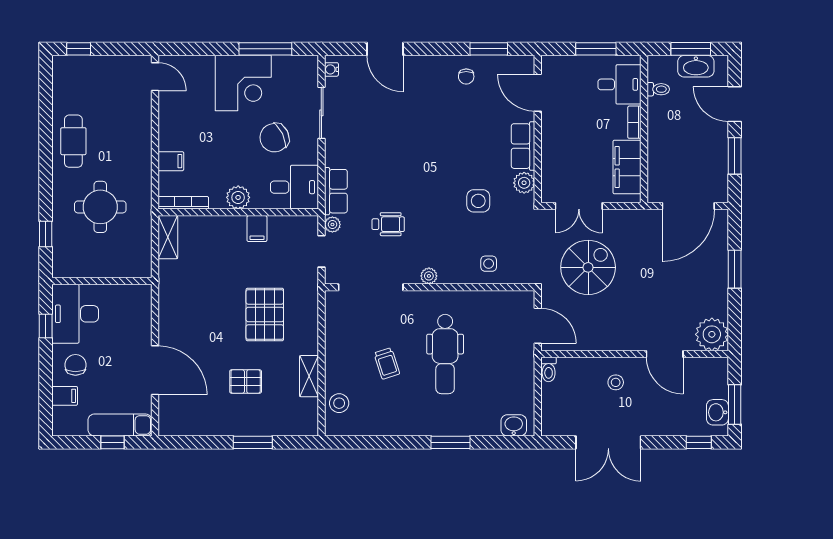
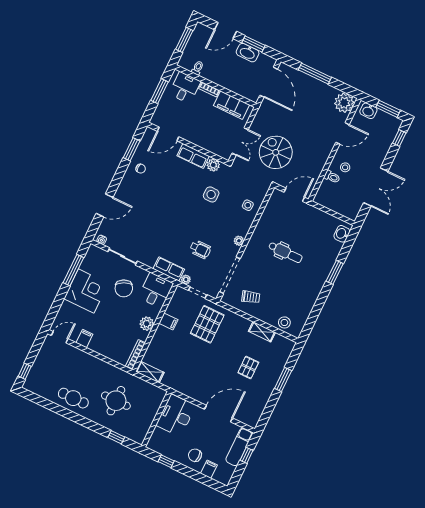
washbasin: (696, 66) -> (248, 53), moved, turned 90
filing cabinet: (171, 161) -> (84, 338), moved
wheelchair: (388, 224) -> (200, 249), turned 90
window: (735, 269) -> (315, 74), width x1.44
desk: (75, 314) -> (176, 415), moved, turned 90
pallet: (265, 315) -> (207, 324), moved, turned 90
dental chair: (445, 354) -> (285, 252), width x0.73, depth x0.72
trolley: (387, 363) -> (251, 297), moved
toilet: (549, 369) -> (332, 177), moved
washbasin: (717, 412) -> (368, 111), moved

